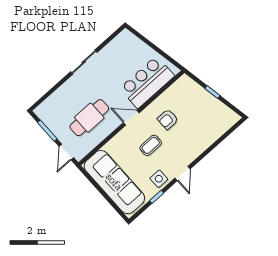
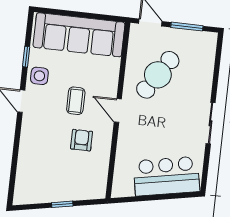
bar counter: (147, 82) -> (166, 176), moved, turned -101
cafe table: (89, 118) -> (158, 75), turned 33
door: (131, 118) -> (118, 111), swing flipped

